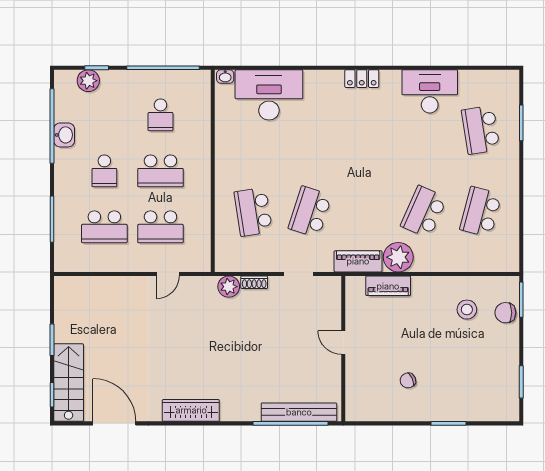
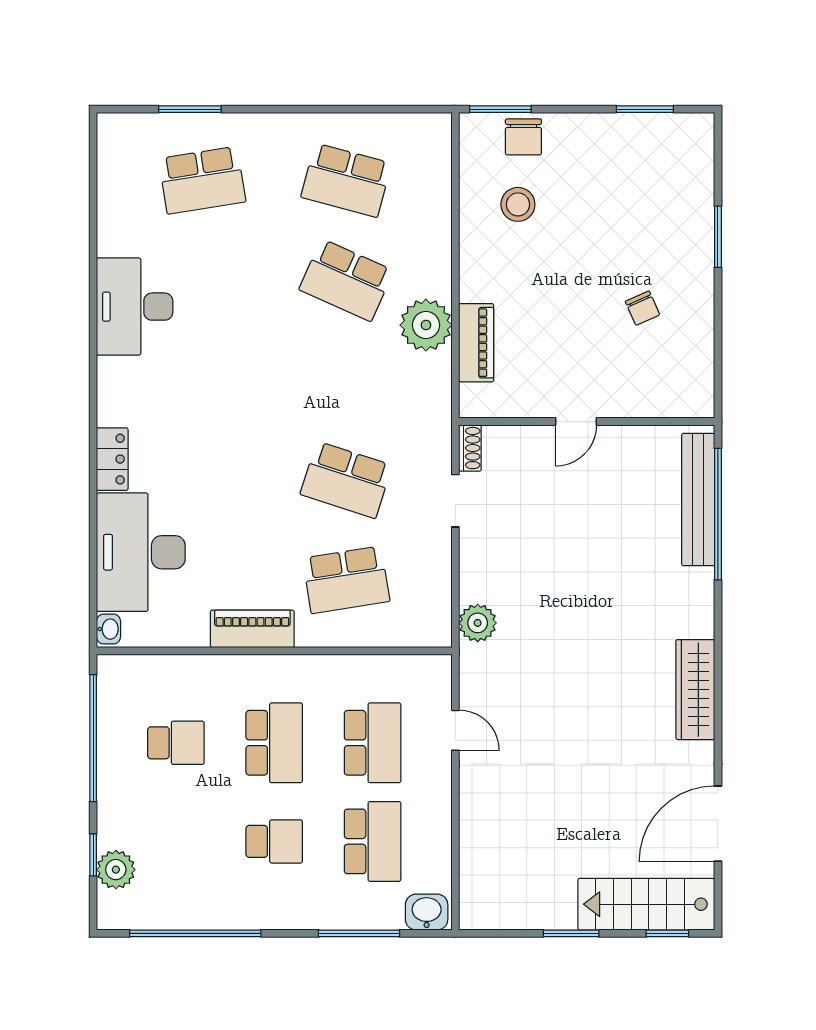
locker: (362, 79) -> (112, 459), moved
desk: (430, 91) -> (135, 307), moved
washbasin: (64, 135) -> (427, 912), moved
piano: (358, 261) -> (252, 629), moved, turned 90
shoe rack: (254, 282) -> (470, 448), moved

